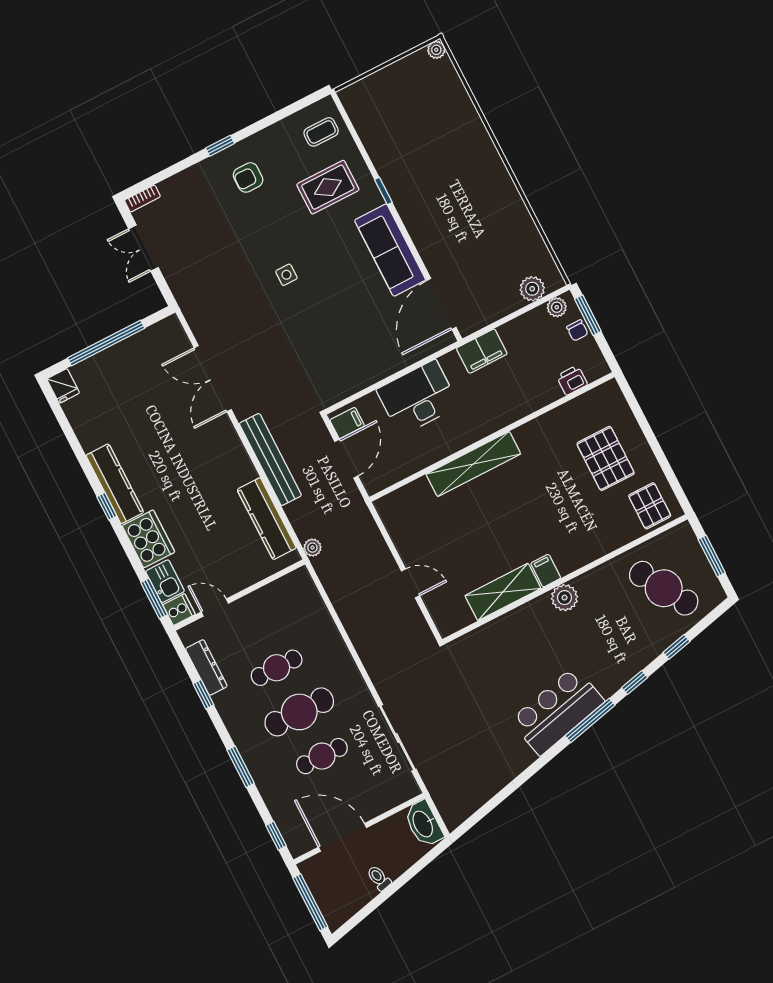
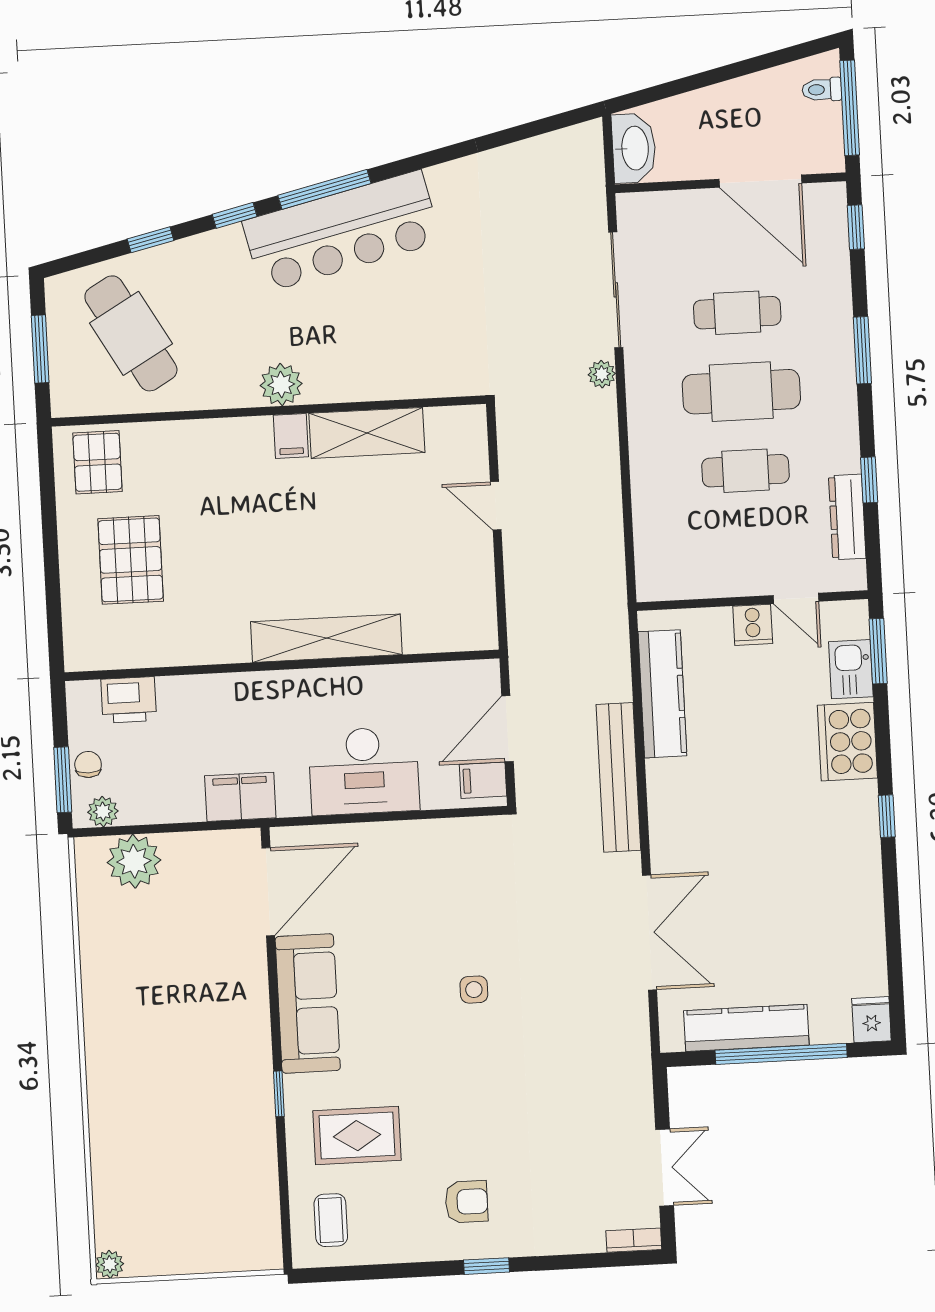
coffee table: (321, 132) -> (331, 1220), turned 90
side table: (286, 275) -> (474, 990), moved
plant: (532, 289) -> (134, 861), width x1.36, depth x1.36
printer: (572, 380) -> (129, 700), width x1.36, depth x1.24
kitchen counter: (115, 484) -> (746, 1028), moved, turned 90
plant: (312, 548) -> (602, 374), moved
cooker: (179, 610) -> (753, 625), moved, turned -90
bar counter: (557, 711) -> (342, 232), width x1.36
toilet: (379, 878) -> (822, 90), moved, turned 103

